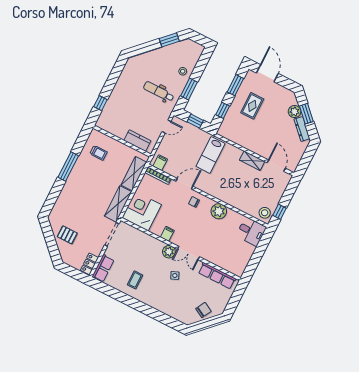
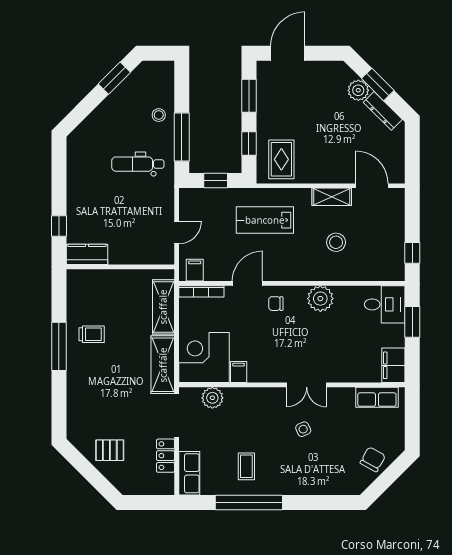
door: (267, 73) -> (288, 53), hinge flipped
window: (189, 89) -> (182, 137), width x1.44
rug: (252, 106) -> (281, 159), moved
door: (166, 127) -> (177, 232), moved
kitchen counter: (137, 141) -> (87, 254), moved
trolley: (99, 153) -> (92, 334), moved
lab bench: (211, 155) -> (265, 220), turned 90
stool: (265, 213) -> (336, 242), moved
filing cabinet: (167, 234) -> (239, 372), moved
window: (261, 248) -> (412, 322), added
plant: (169, 252) -> (212, 398), moved
locker: (89, 264) -> (166, 456), moved
filing cabinet: (239, 266) -> (393, 365), added
row of seats: (217, 276) -> (377, 397), width x0.68
window: (127, 300) -> (249, 503), added

